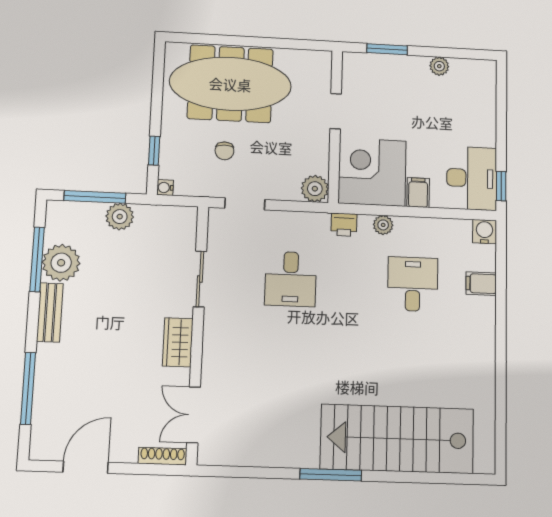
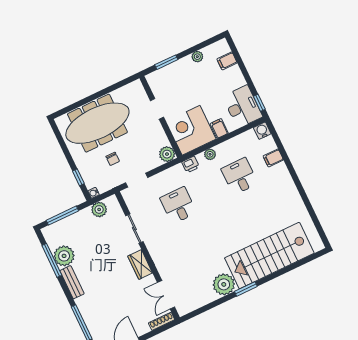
filing cabinet: (482, 97) -> (227, 61), added
plant: (120, 217) -> (99, 209), moved
desk: (291, 279) -> (178, 205), turned 180
plant: (298, 448) -> (224, 284), added
window: (331, 475) -> (246, 289), width x0.69

